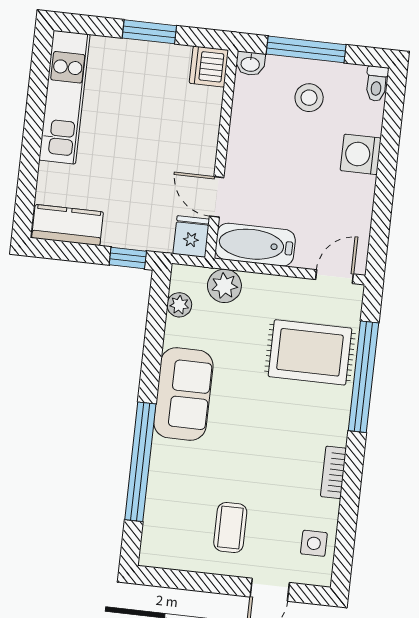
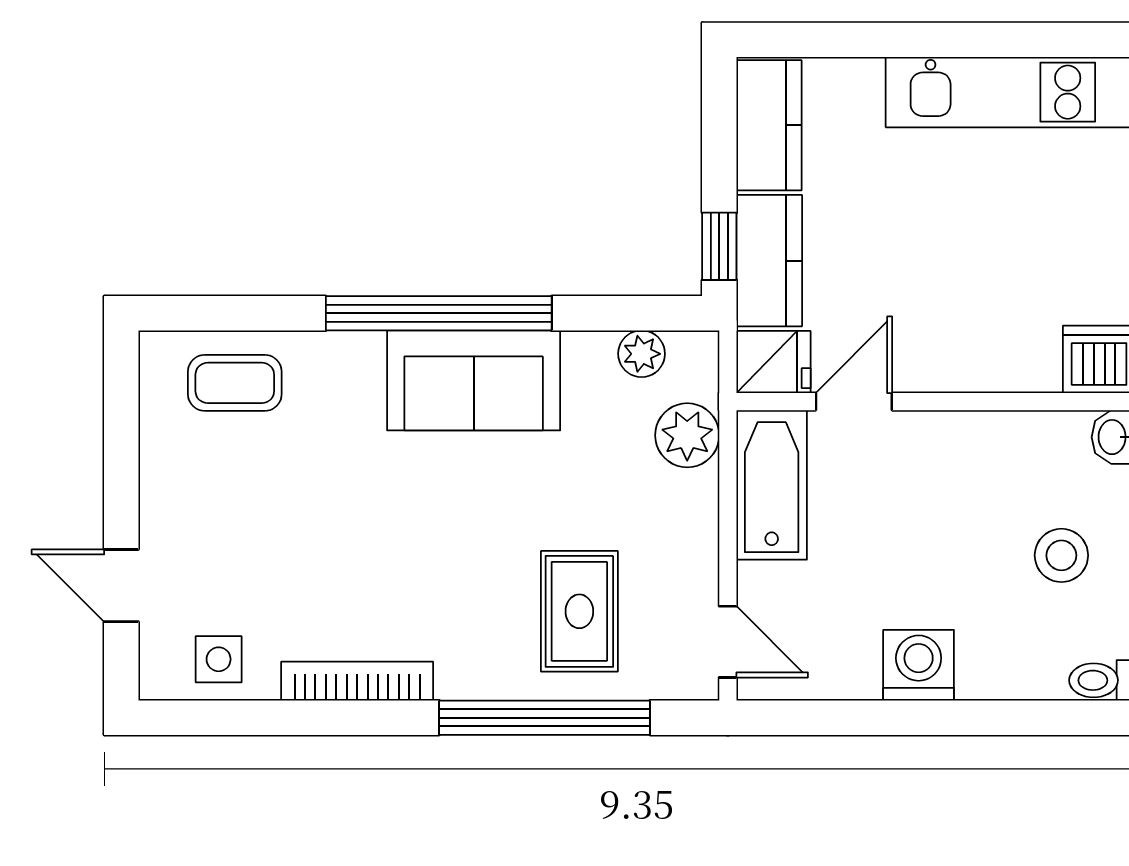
washing machine: (361, 154) -> (919, 665), moved
kitchen counter: (138, 233) -> (769, 261), added
rug: (310, 352) -> (579, 611), width x0.73, depth x0.70
window: (140, 462) -> (439, 313), moved
bookcase: (333, 472) -> (357, 681), width x1.56
coffee table: (230, 528) -> (235, 383), moved

